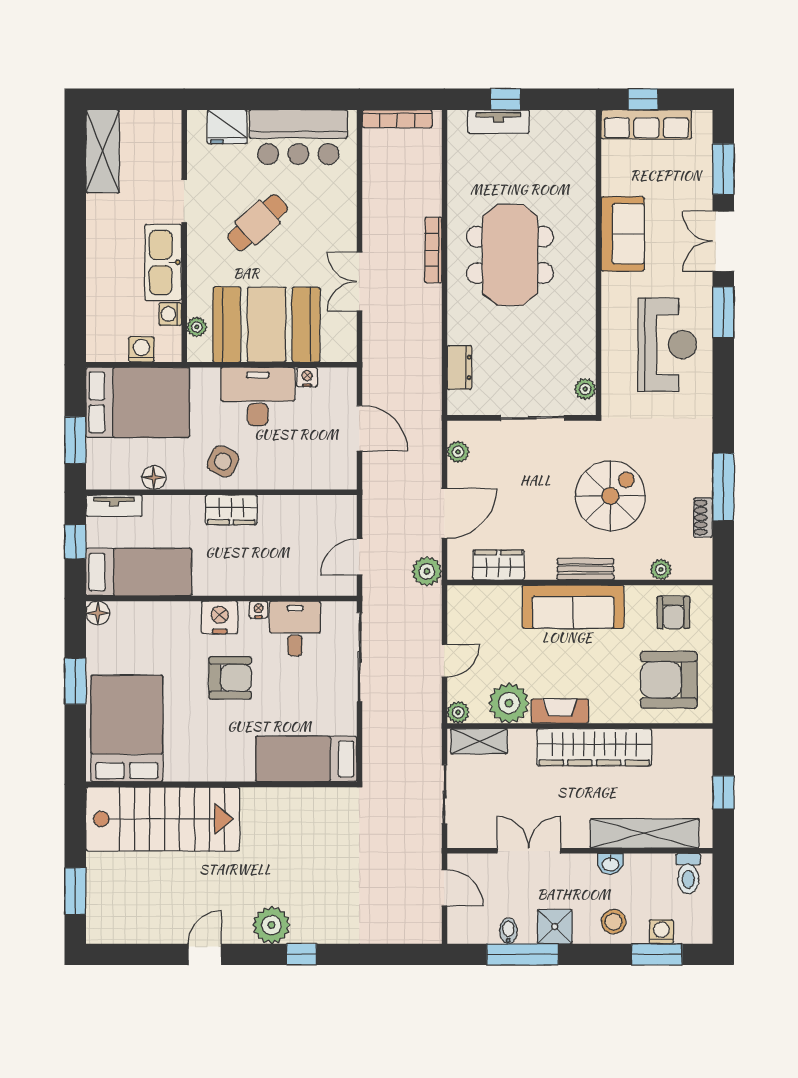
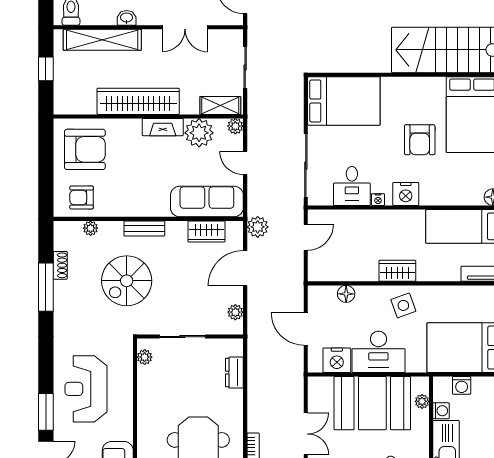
nightstand: (307, 377) -> (337, 360), width x1.89, depth x1.79
side table: (223, 461) -> (403, 305), turned 45
floor lamp: (154, 478) -> (346, 294), moved
sofa: (573, 607) -> (207, 202), moved
armchair: (673, 612) -> (82, 197), turned -90
door: (444, 661) -> (245, 163), hinge flipped
armchair: (230, 678) -> (420, 140), moved, turned -90
bed: (306, 759) -> (344, 101), width x1.50

